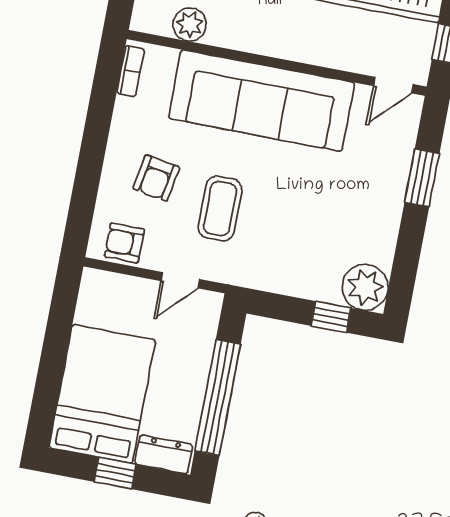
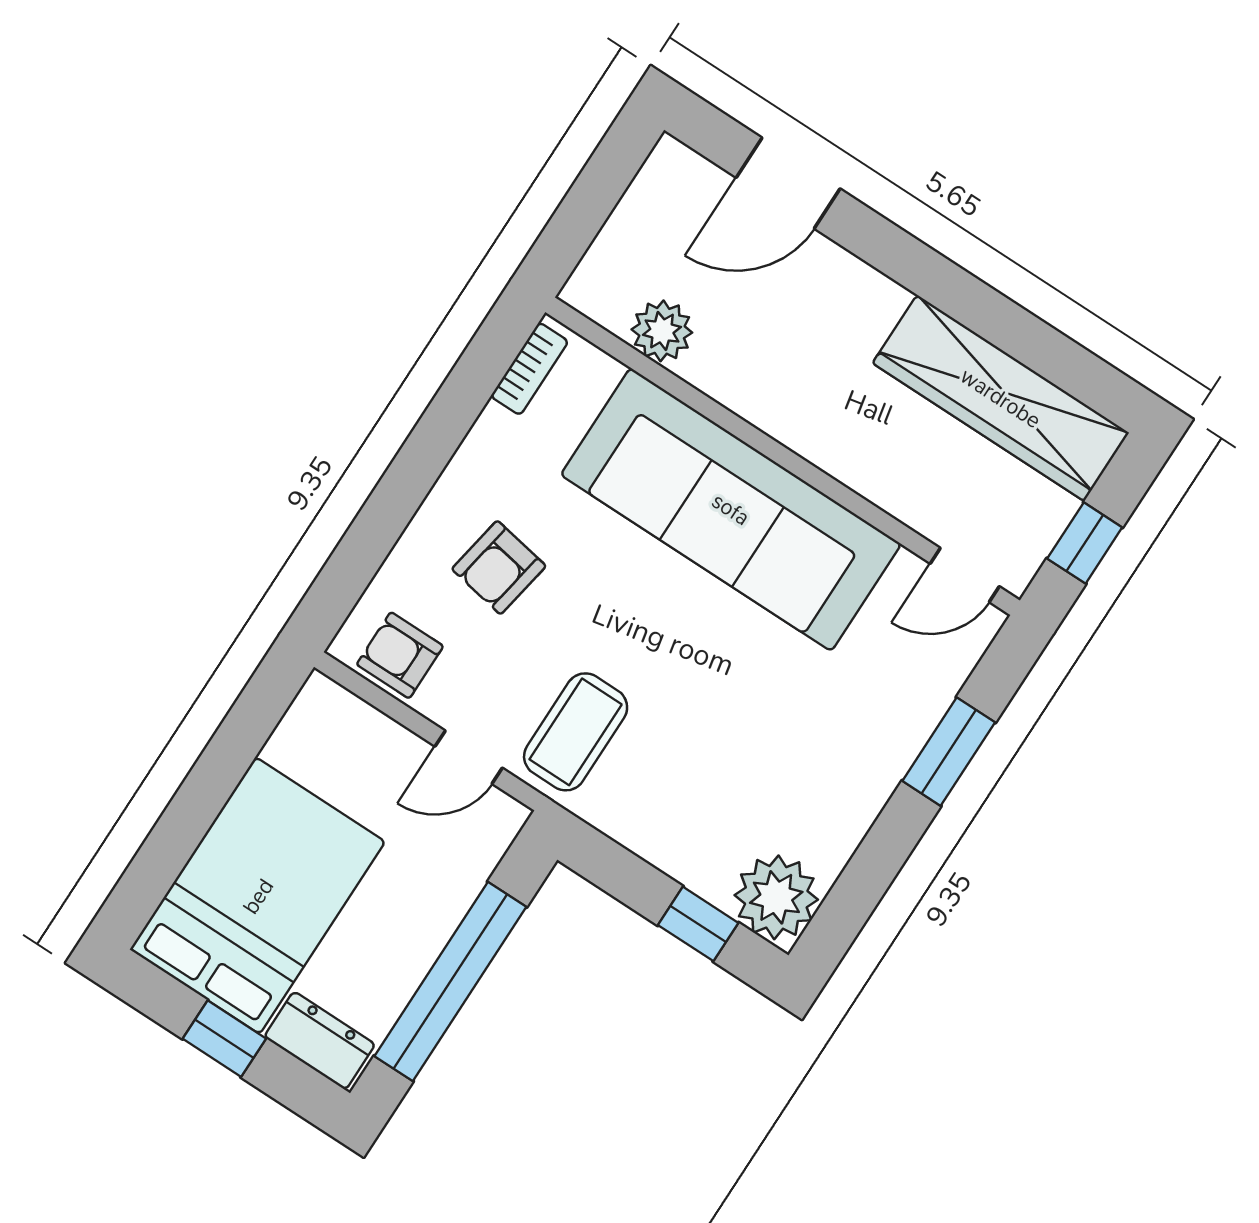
coffee table: (220, 209) -> (576, 732), moved

